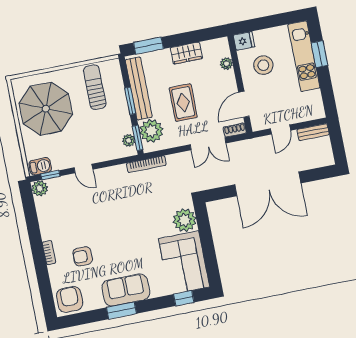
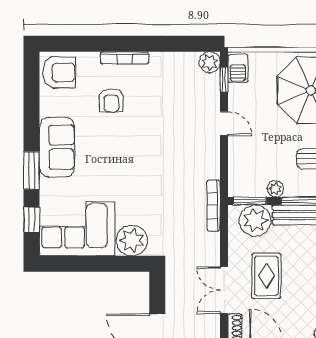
rug: (183, 103) -> (266, 276), moved, turned 90
plant: (129, 140) -> (275, 189), moved
door: (83, 168) -> (224, 124), swing flipped
bookcase: (49, 253) -> (125, 58), width x1.56
armchair: (83, 256) -> (111, 100), turned 180
window: (122, 311) -> (32, 170), moved

